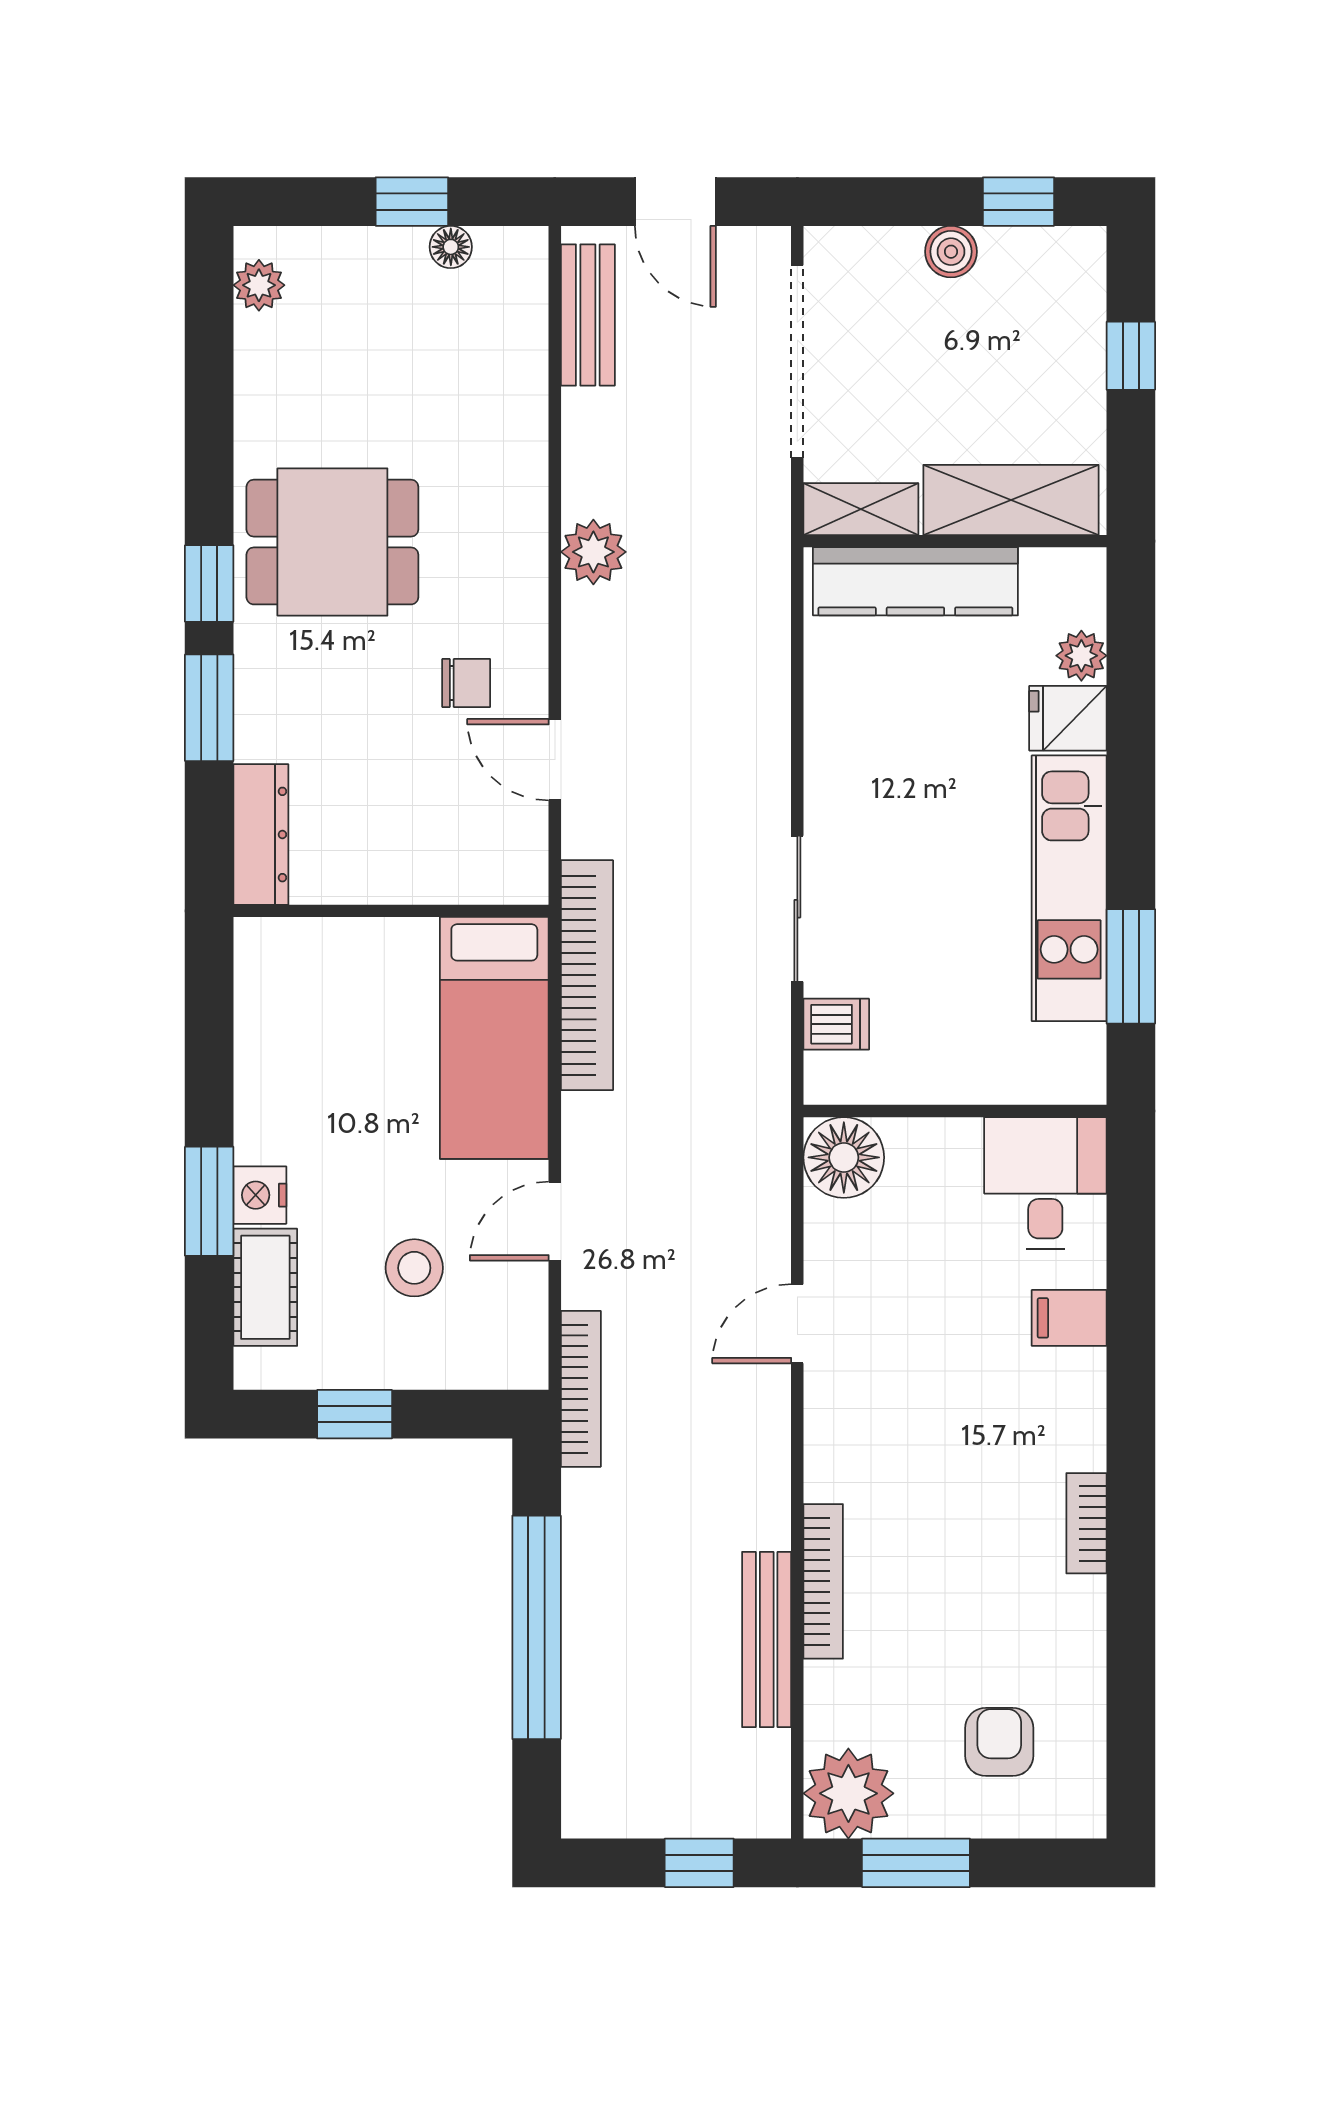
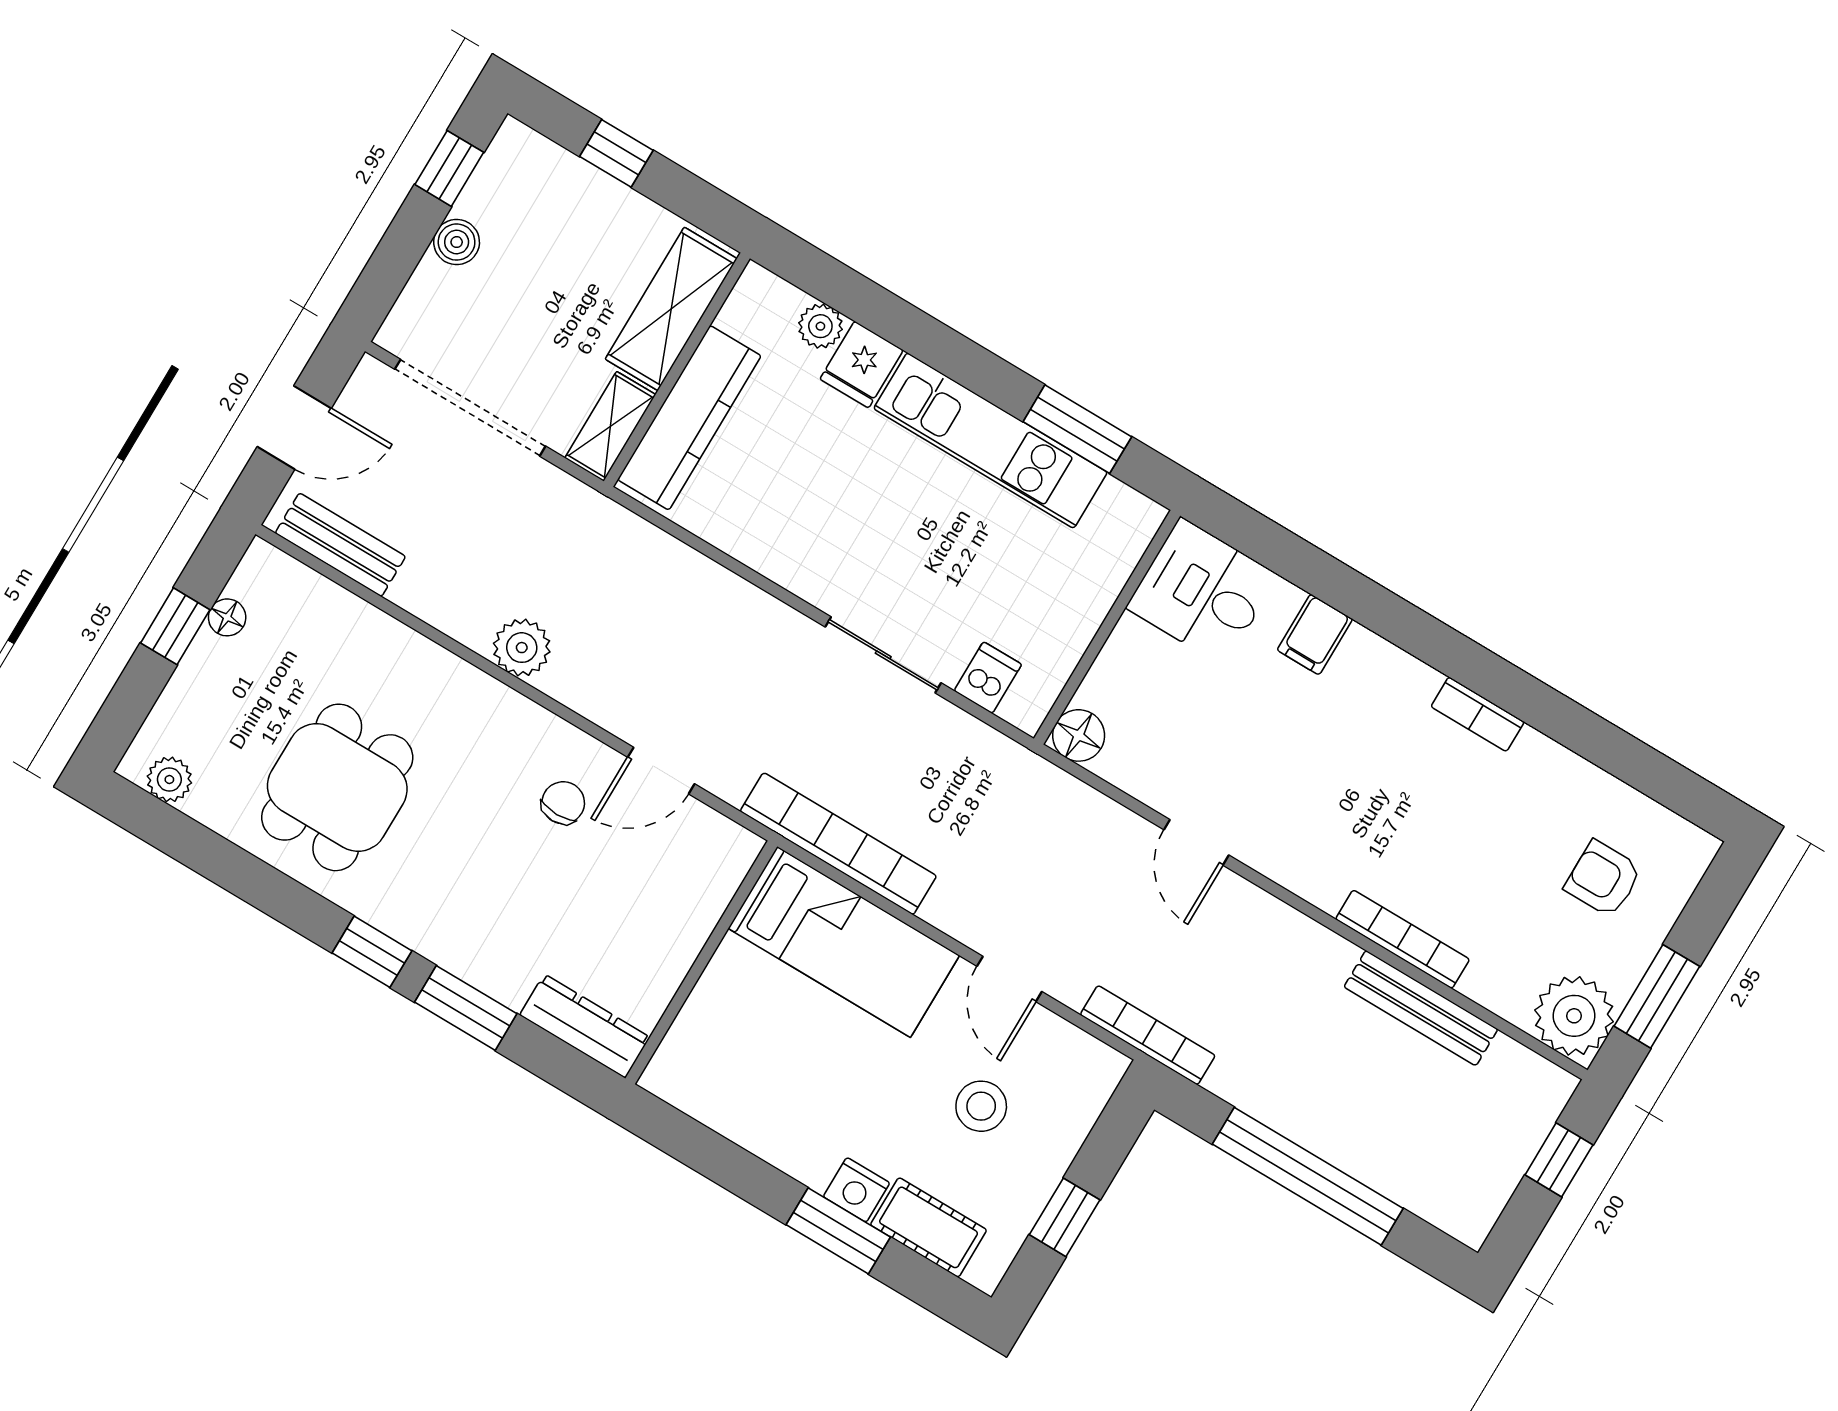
dining table: (332, 542) -> (337, 787), moved
floor lamp: (844, 1157) -> (1079, 735), width x0.73, depth x0.73

